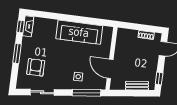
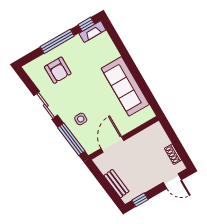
window: (17, 53) -> (57, 41), width x1.44
armchair: (36, 67) -> (58, 70), turned 90
sliding door: (42, 92) -> (46, 105), moved

